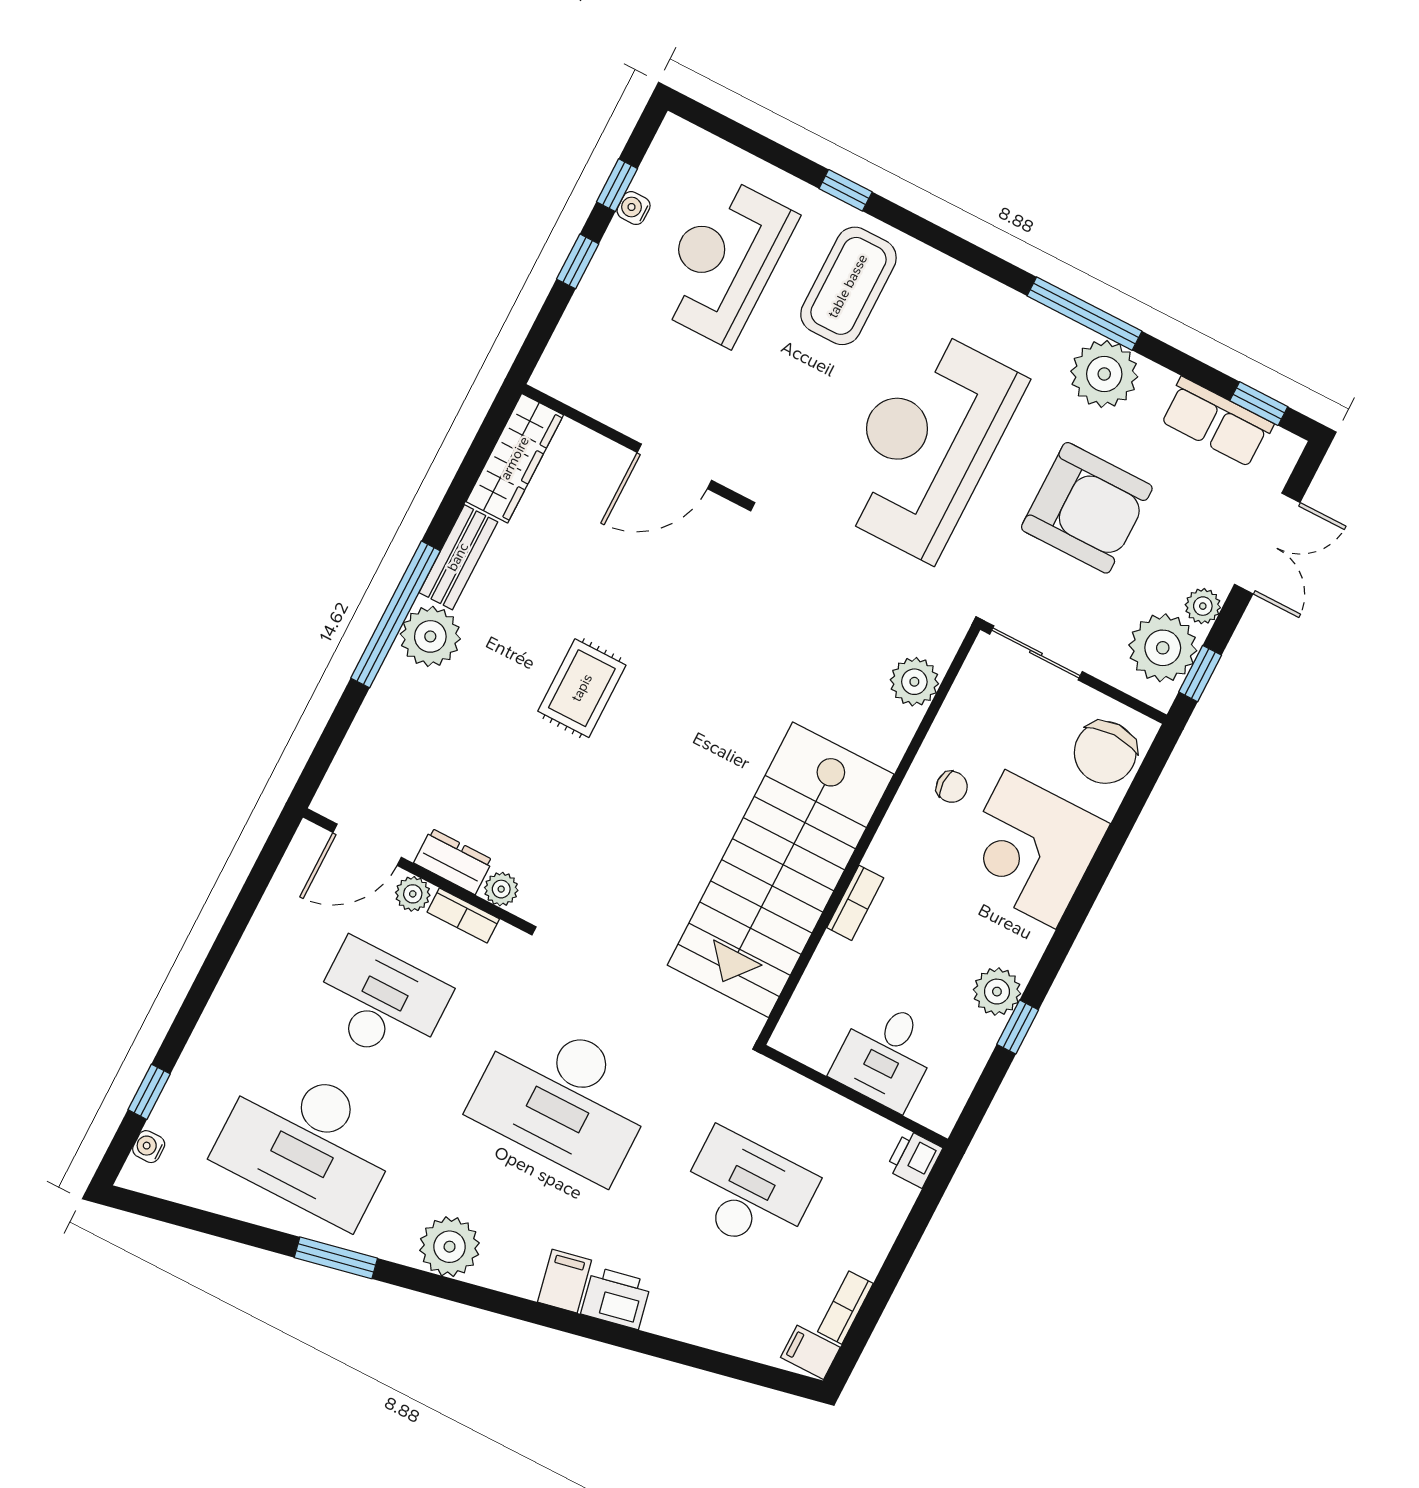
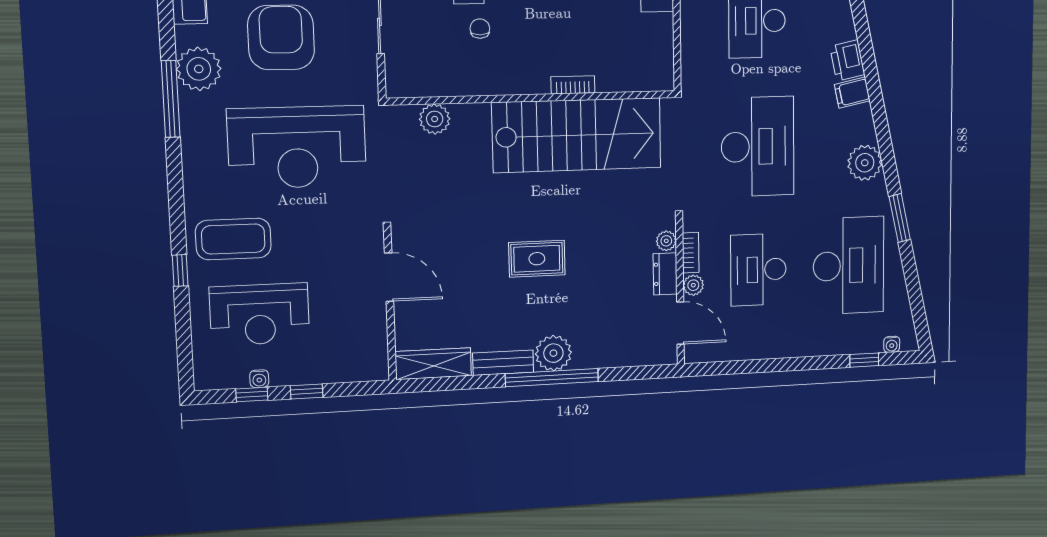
plant: (914, 682) -> (435, 119), moved
wall: (869, 835) -> (532, 98), moved
stairs: (781, 870) -> (577, 135), moved
bookcase: (855, 903) -> (573, 85), moved

